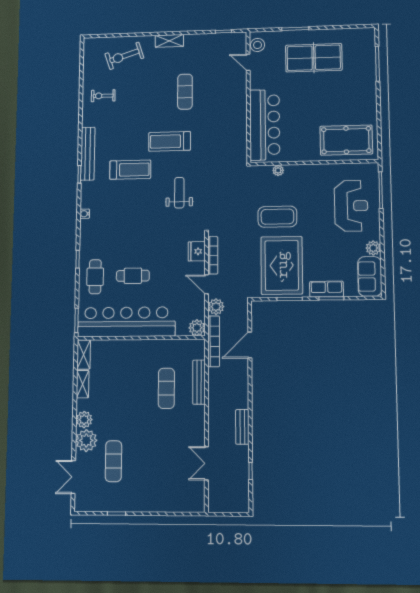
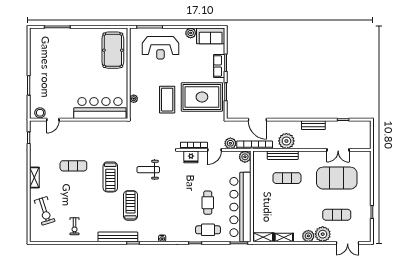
table tennis table: (314, 58) -> (51, 72), removed
reception desk: (351, 206) -> (160, 48), turned 180
plant: (219, 387) -> (286, 141), added
exercise mat: (166, 461) -> (337, 178), added

